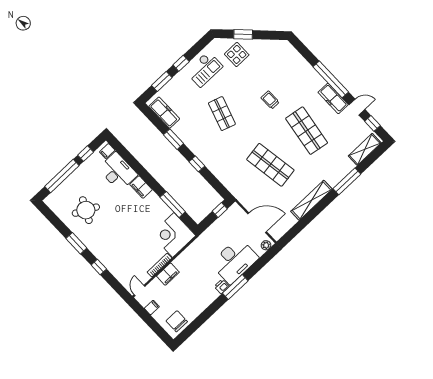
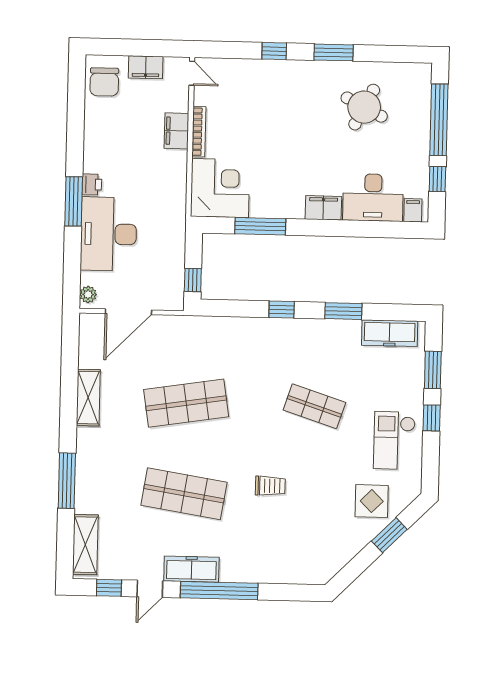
shelving: (311, 200) -> (88, 398), width x0.68
filing cabinet: (152, 307) -> (146, 67), width x2.00
chair: (177, 321) -> (104, 82), turned 90

